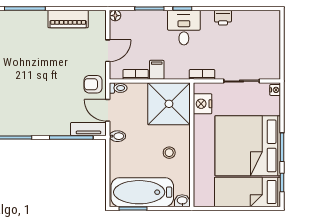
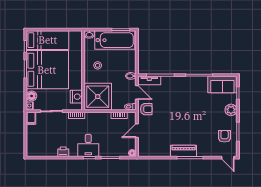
piano: (68, 19) -> (184, 151), moved
filing cabinet: (157, 70) -> (31, 118), moved
floor lamp: (272, 105) -> (32, 96), added

